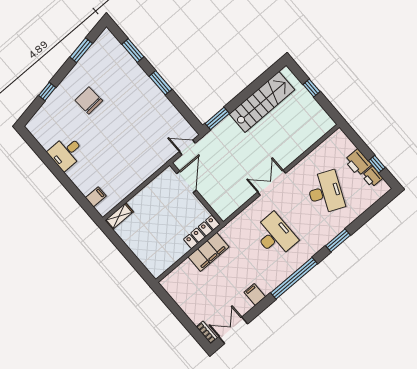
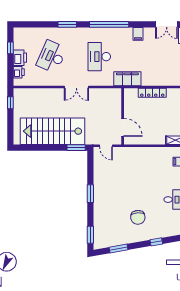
window: (133, 50) -> (90, 235), moved
window: (312, 88) -> (10, 103), moved
stairs: (262, 102) -> (53, 131), width x1.36, depth x1.51
printer: (372, 177) -> (19, 72), moved
door: (186, 182) -> (123, 127), swing flipped
locker: (202, 232) -> (152, 93), moved
filing cabinet: (209, 252) -> (127, 79), moved

